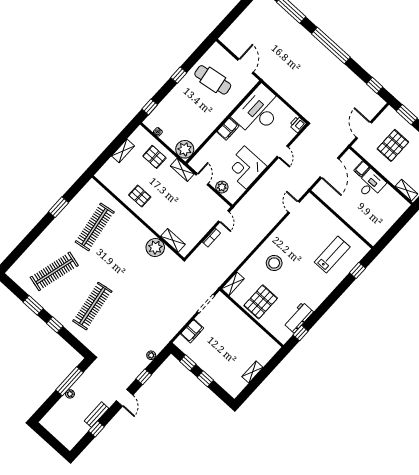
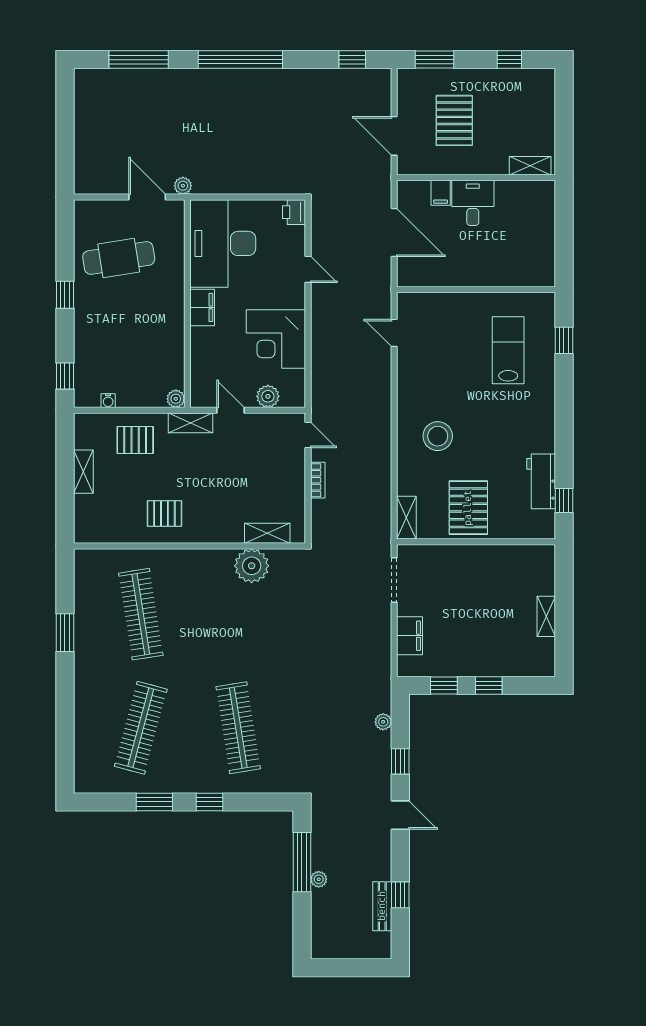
plant: (264, 74) -> (183, 186), added
plant: (185, 149) -> (176, 399), width x0.53, depth x0.53
bench: (97, 415) -> (382, 906), moved

